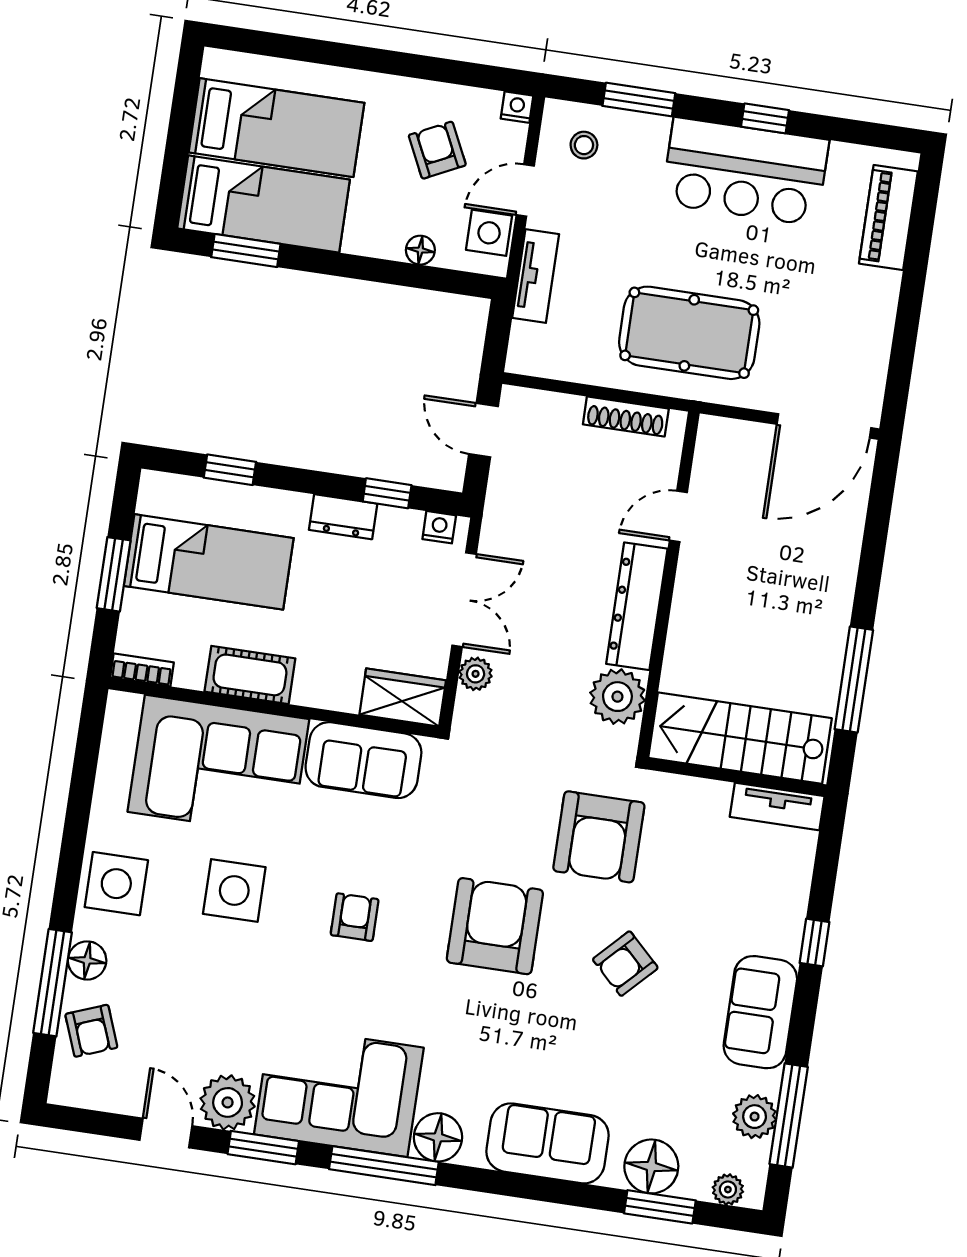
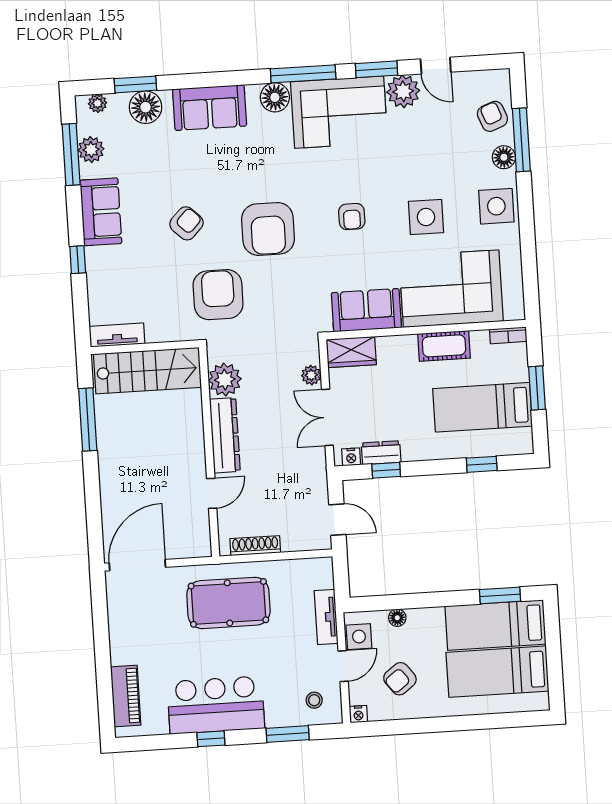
armchair: (437, 150) -> (400, 679), turned 79
dresser: (343, 517) -> (381, 453), moved

